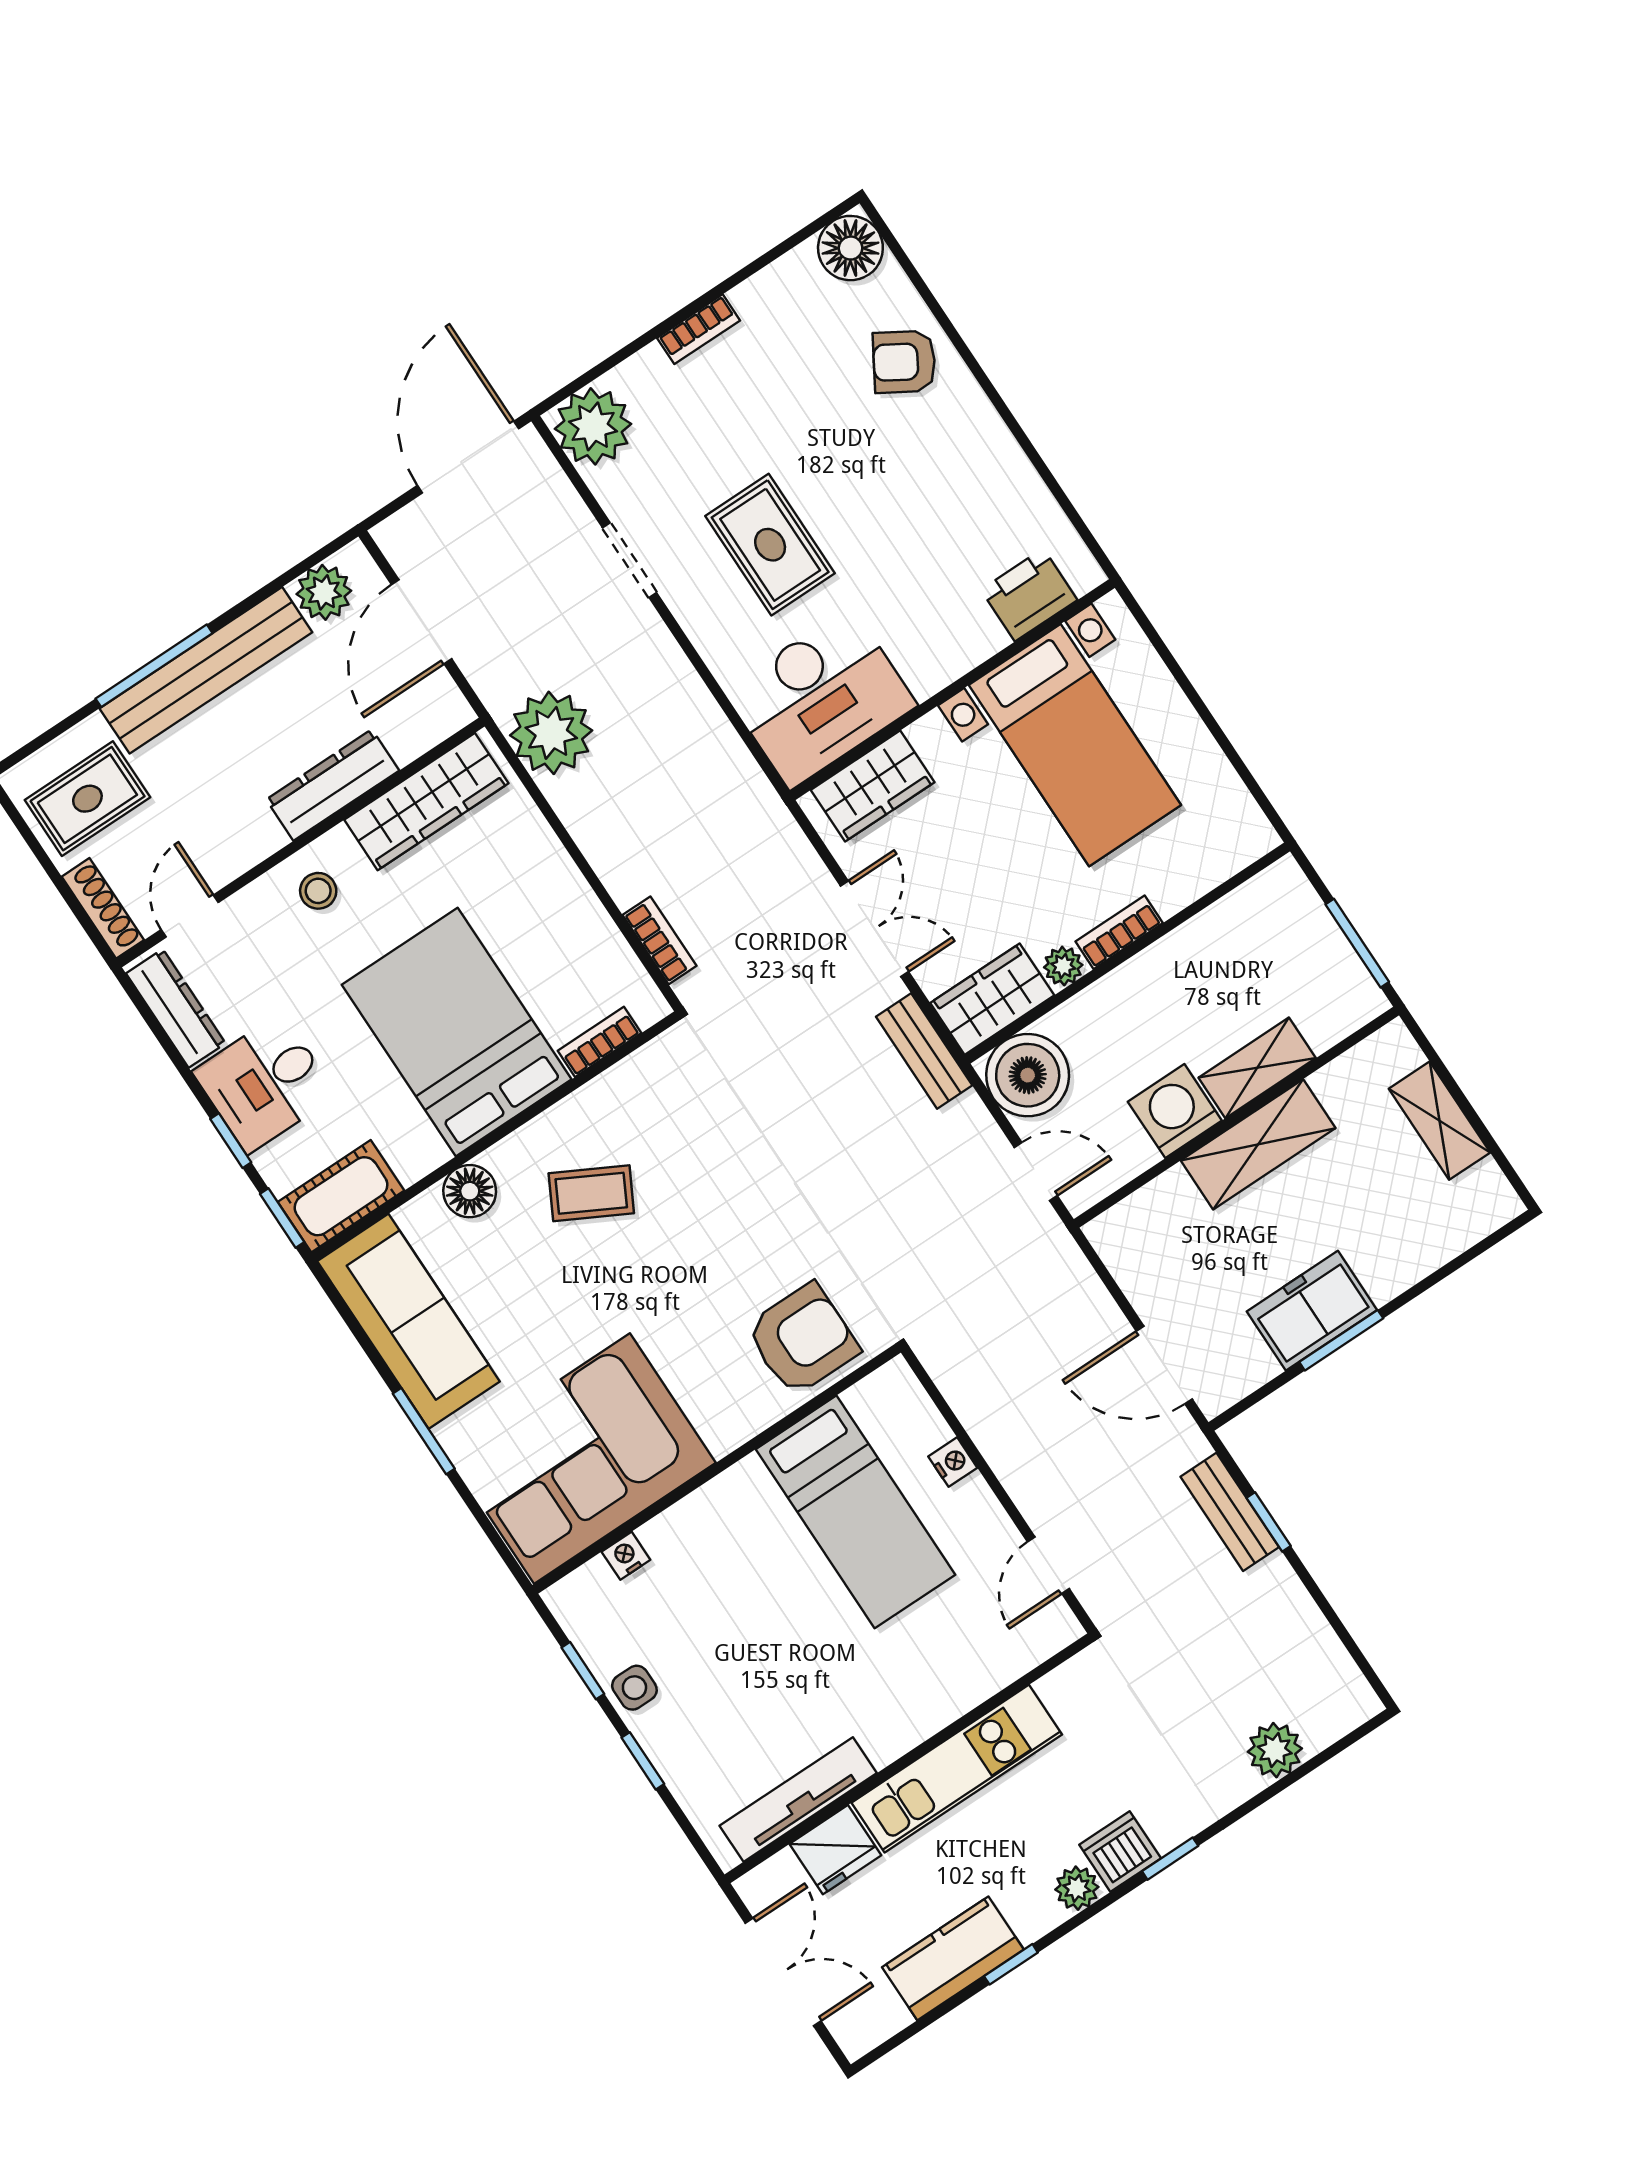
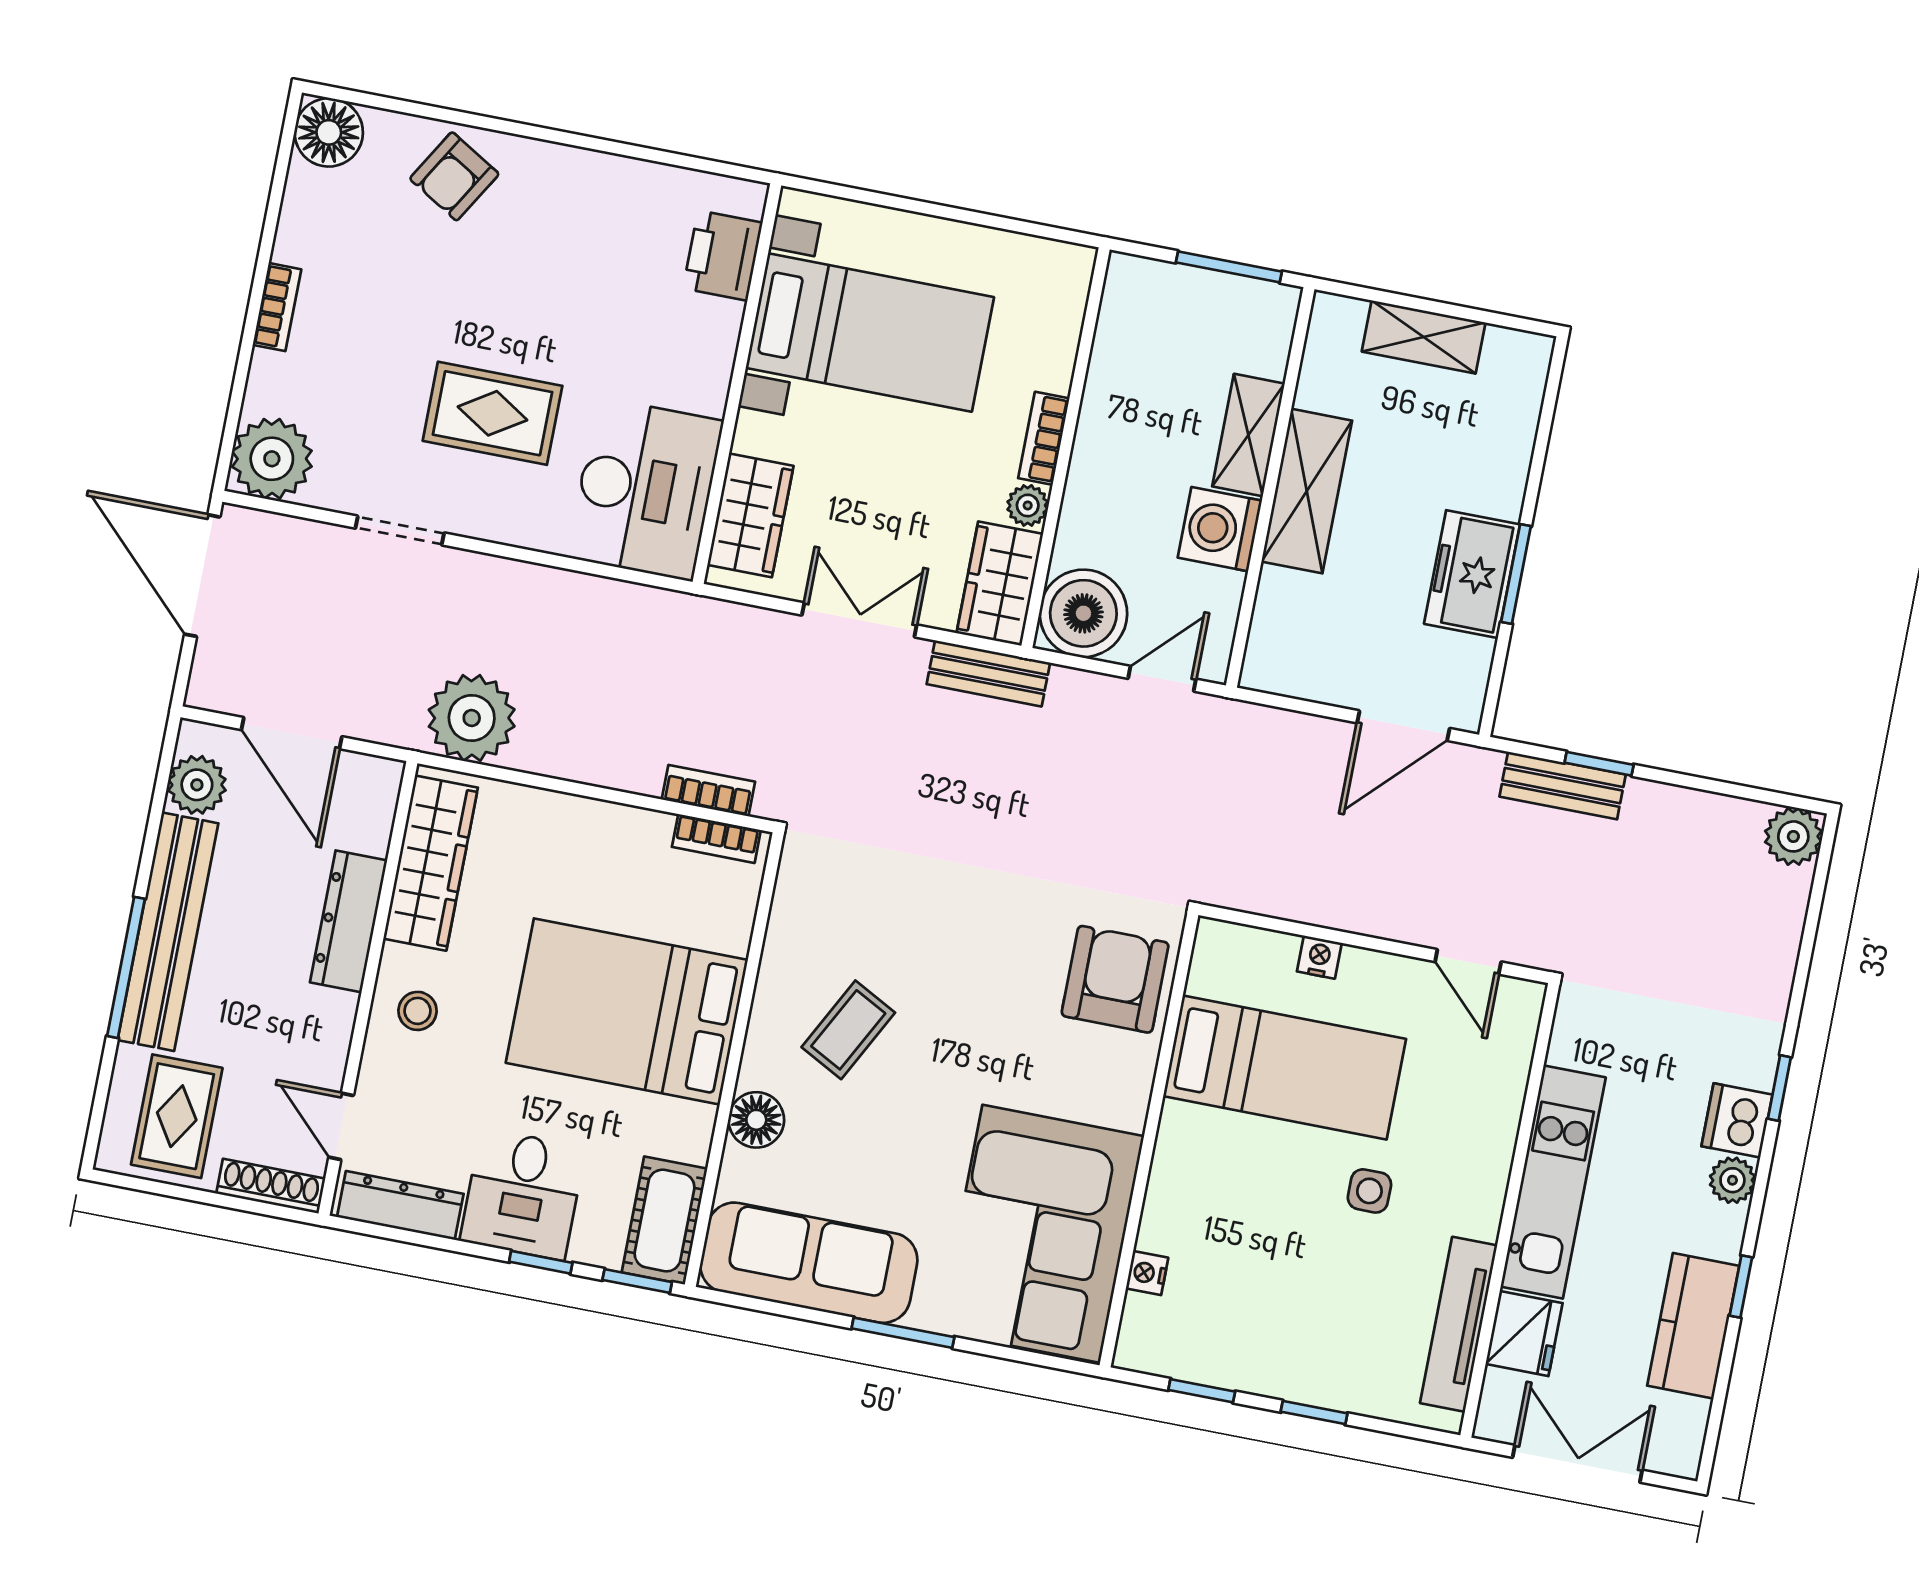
bookcase: (599, 1042) -> (716, 838), moved, turned -90
side table: (634, 1688) -> (1369, 1191), moved
plant: (1275, 1750) -> (1793, 836), moved

